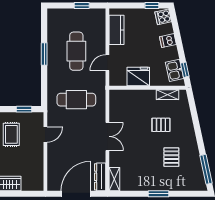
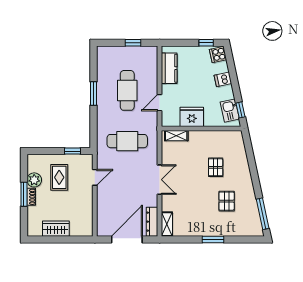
shelving: (168, 95) -> (176, 136), moved
pallet: (161, 125) -> (216, 167), turned 90

